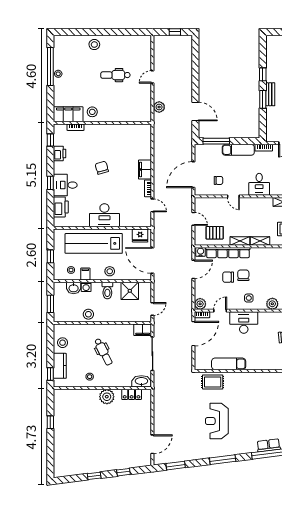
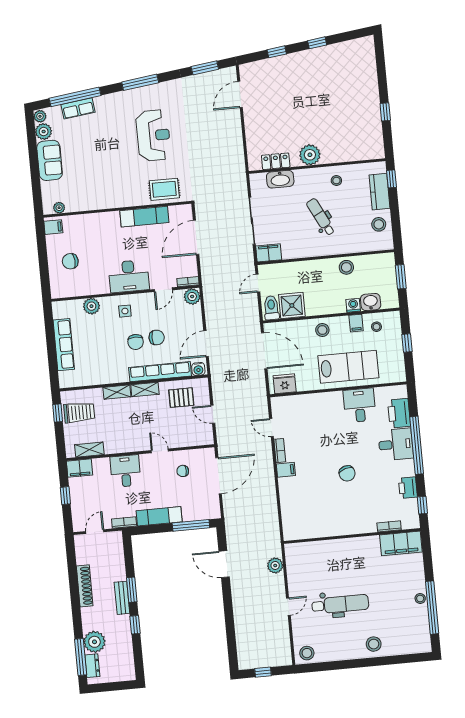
dental chair: (115, 75) -> (340, 604), width x1.36, depth x1.38
stool: (92, 112) -> (307, 653), moved
filing cabinet: (145, 170) -> (286, 470), width x0.50
window: (50, 183) -> (417, 445), width x3.17
desk: (104, 215) -> (359, 405), moved, width x0.73
lab bench: (94, 243) -> (348, 367), width x0.73
toilet: (107, 291) -> (271, 308), moved
door: (193, 334) -> (196, 237), moved
washbasin: (141, 381) -> (280, 179), moved

